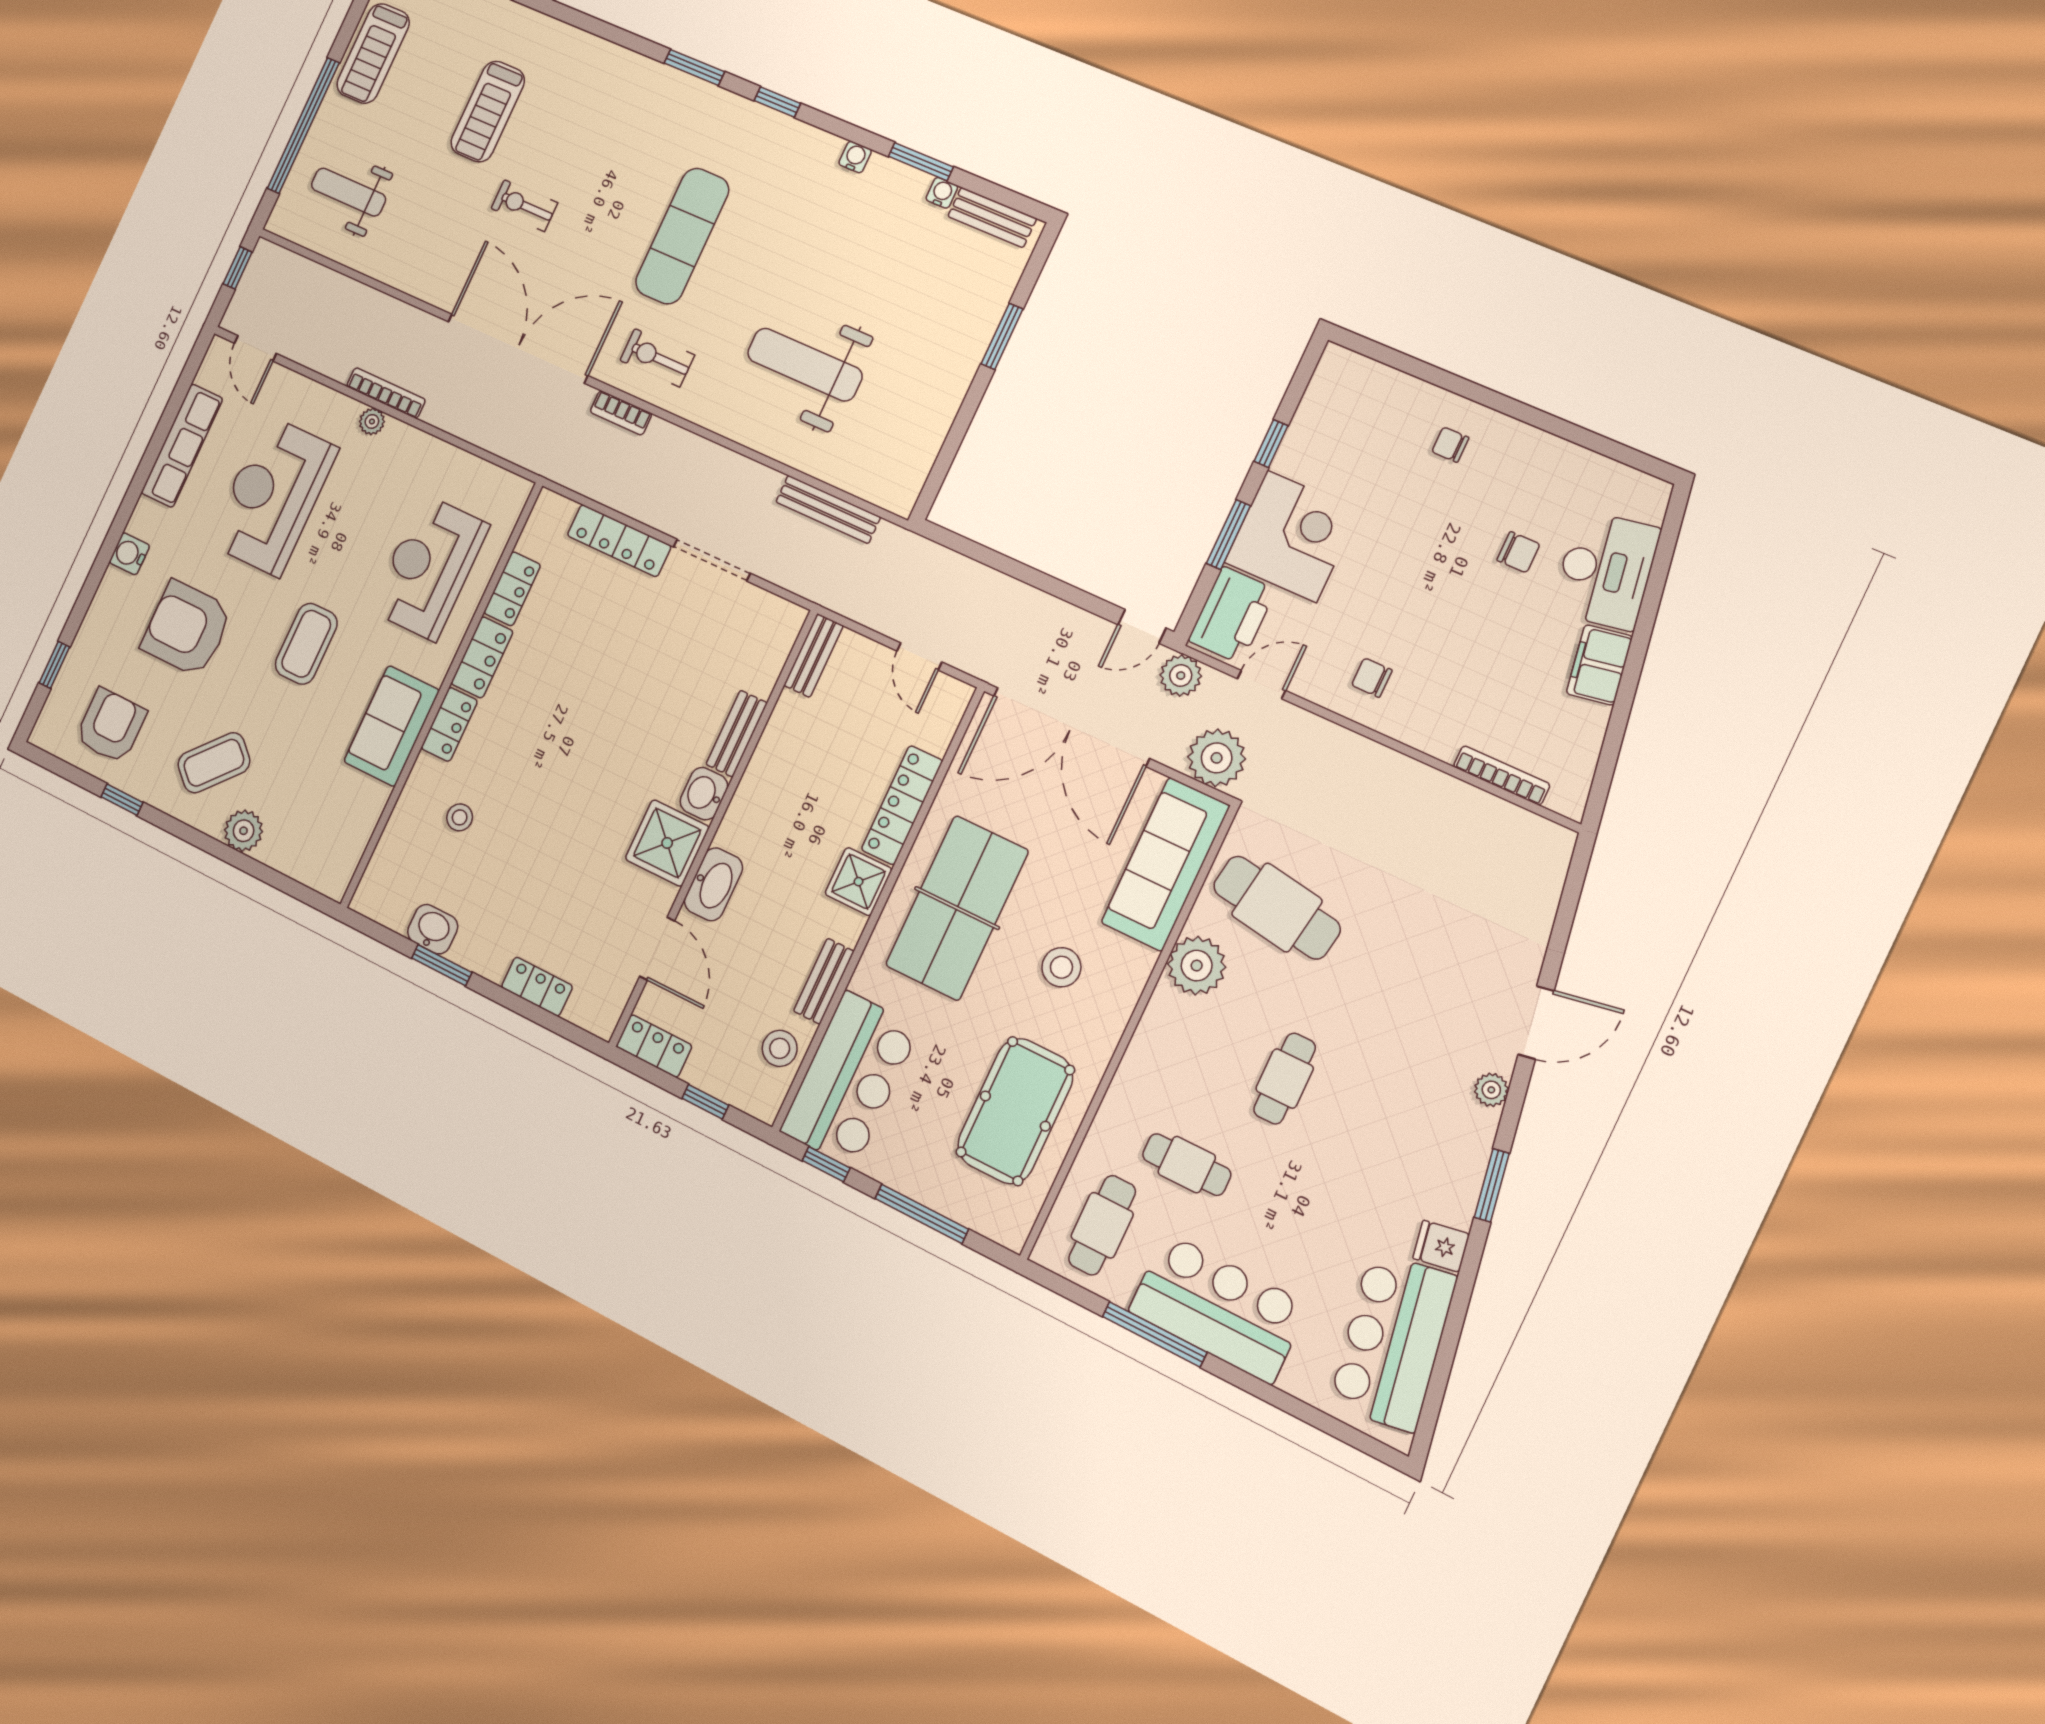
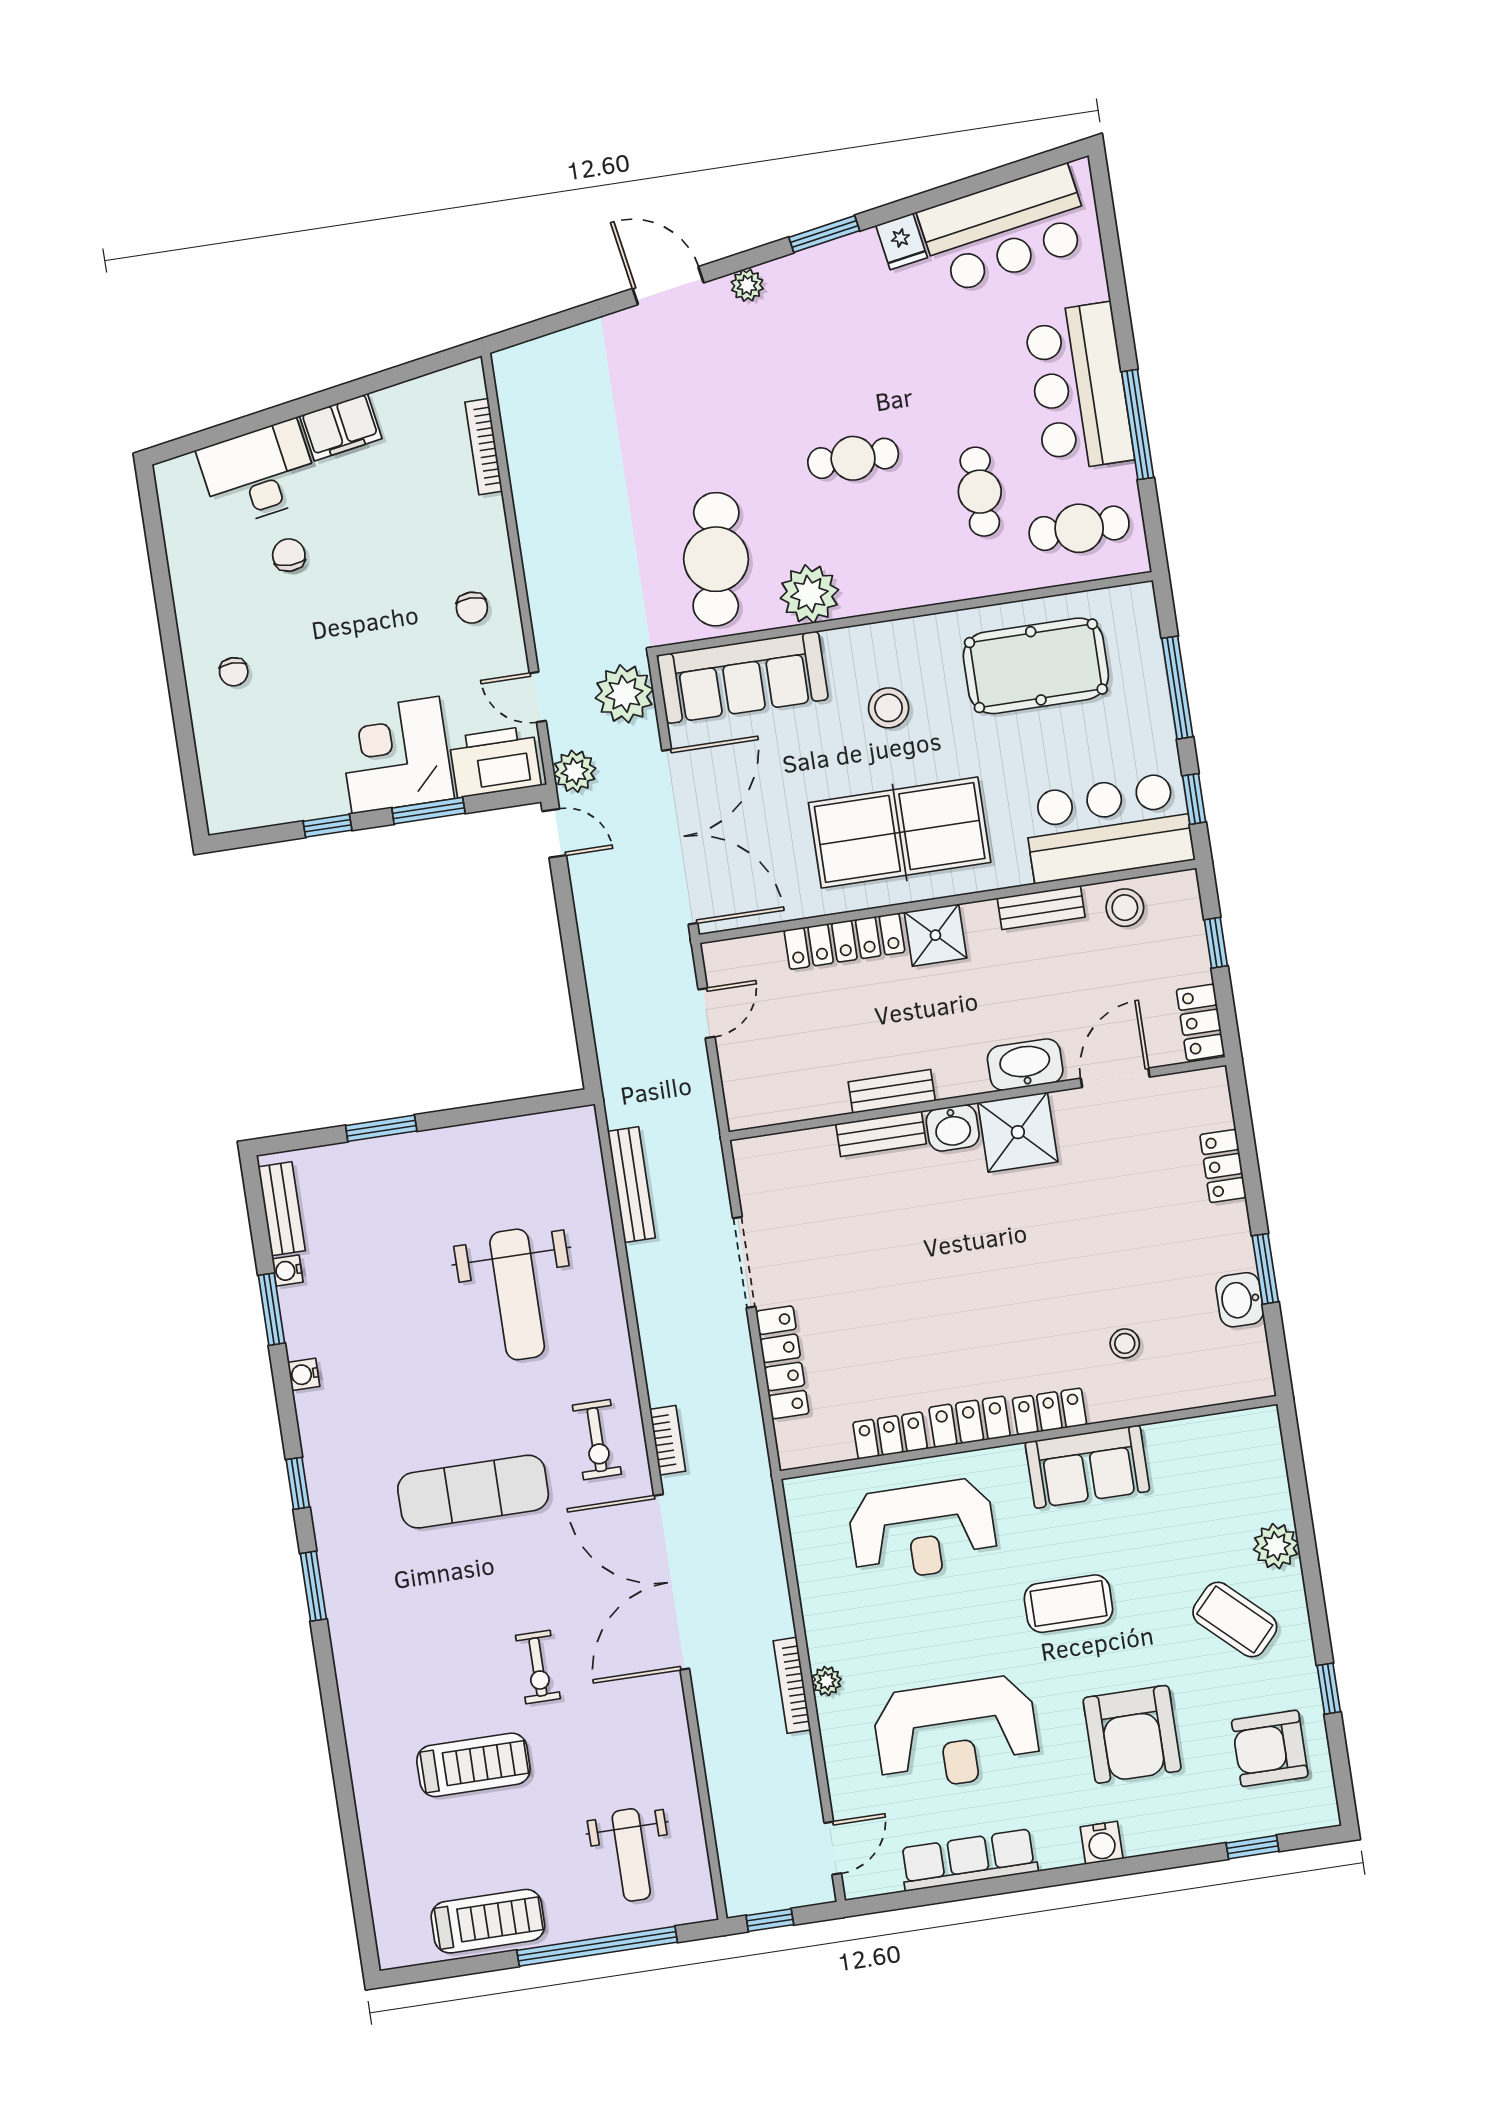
bench: (813, 655) -> (892, 1091), moved

